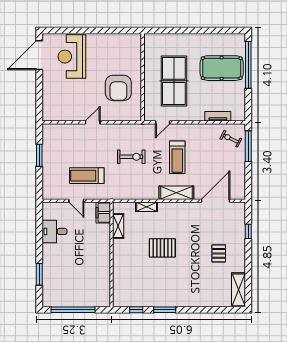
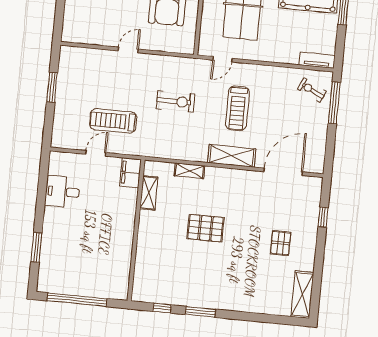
tv unit: (218, 116) -> (317, 60), moved
door: (76, 201) -> (96, 153), swing flipped

